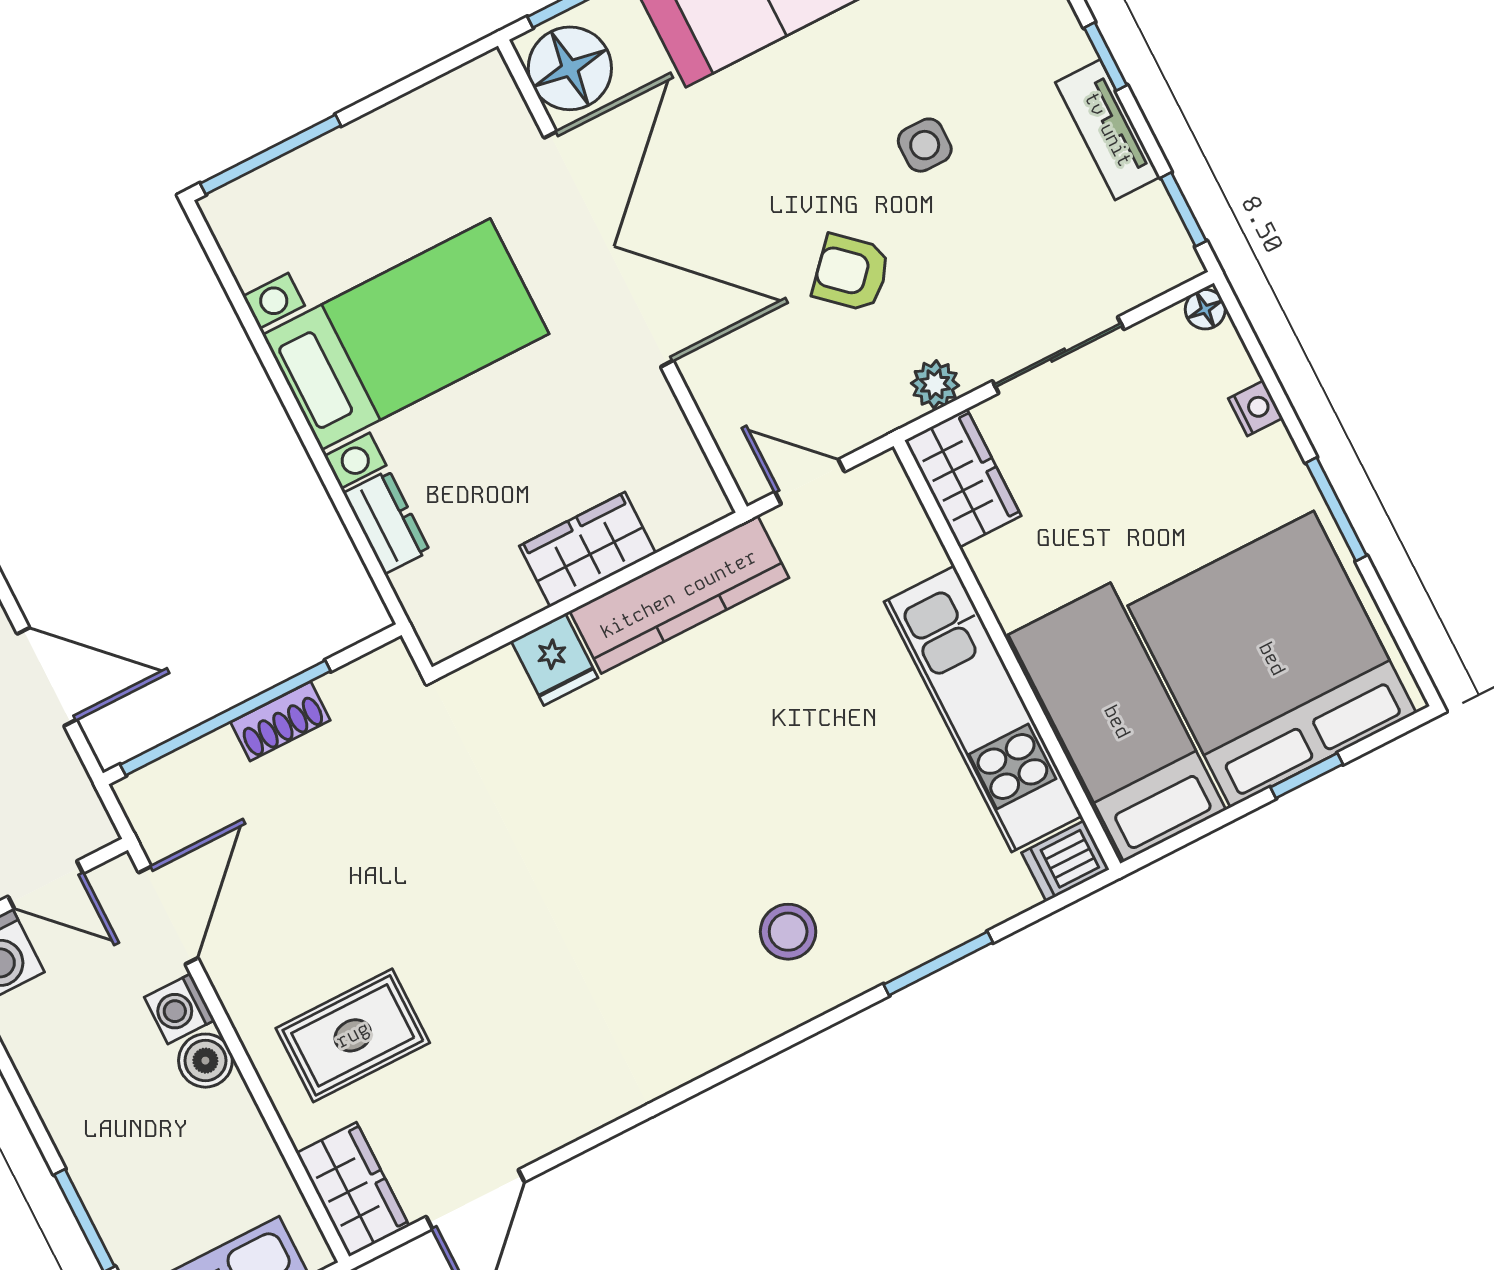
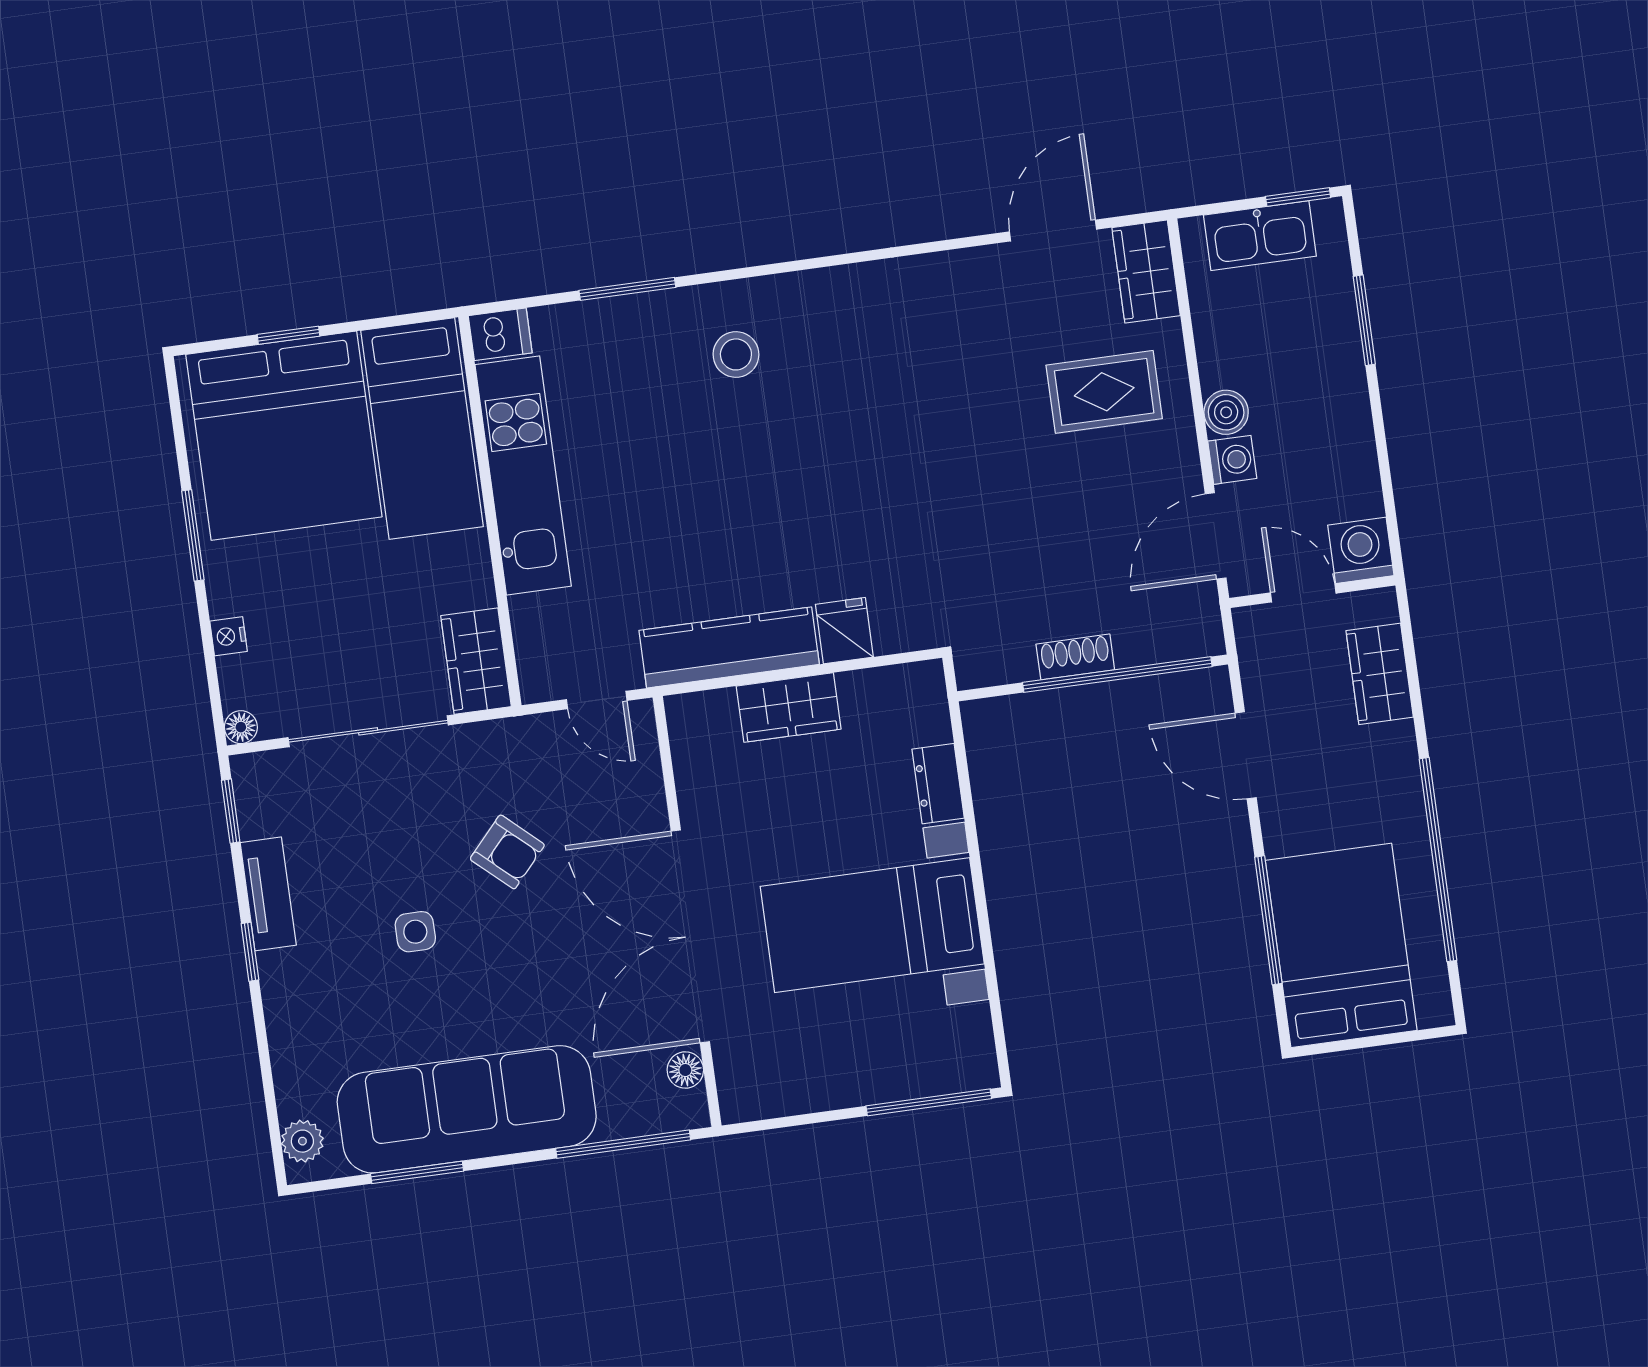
floor lamp: (570, 68) -> (685, 1070), width x0.53, depth x0.53
sliding door: (1058, 355) -> (368, 731), width x1.37
plant: (935, 384) -> (472, 742), removed

